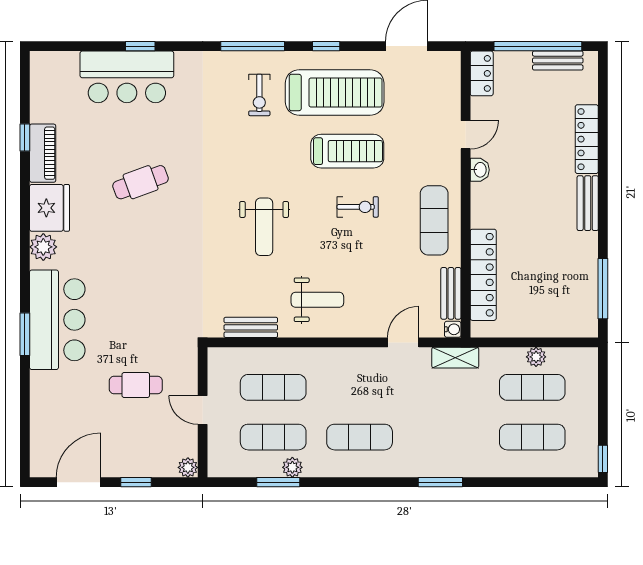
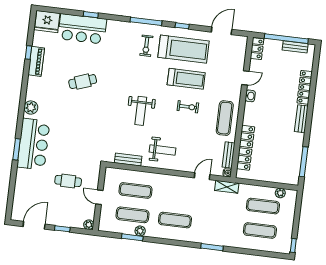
fridge: (50, 208) -> (47, 22), moved, turned 90
plant: (536, 357) -> (280, 193), moved

